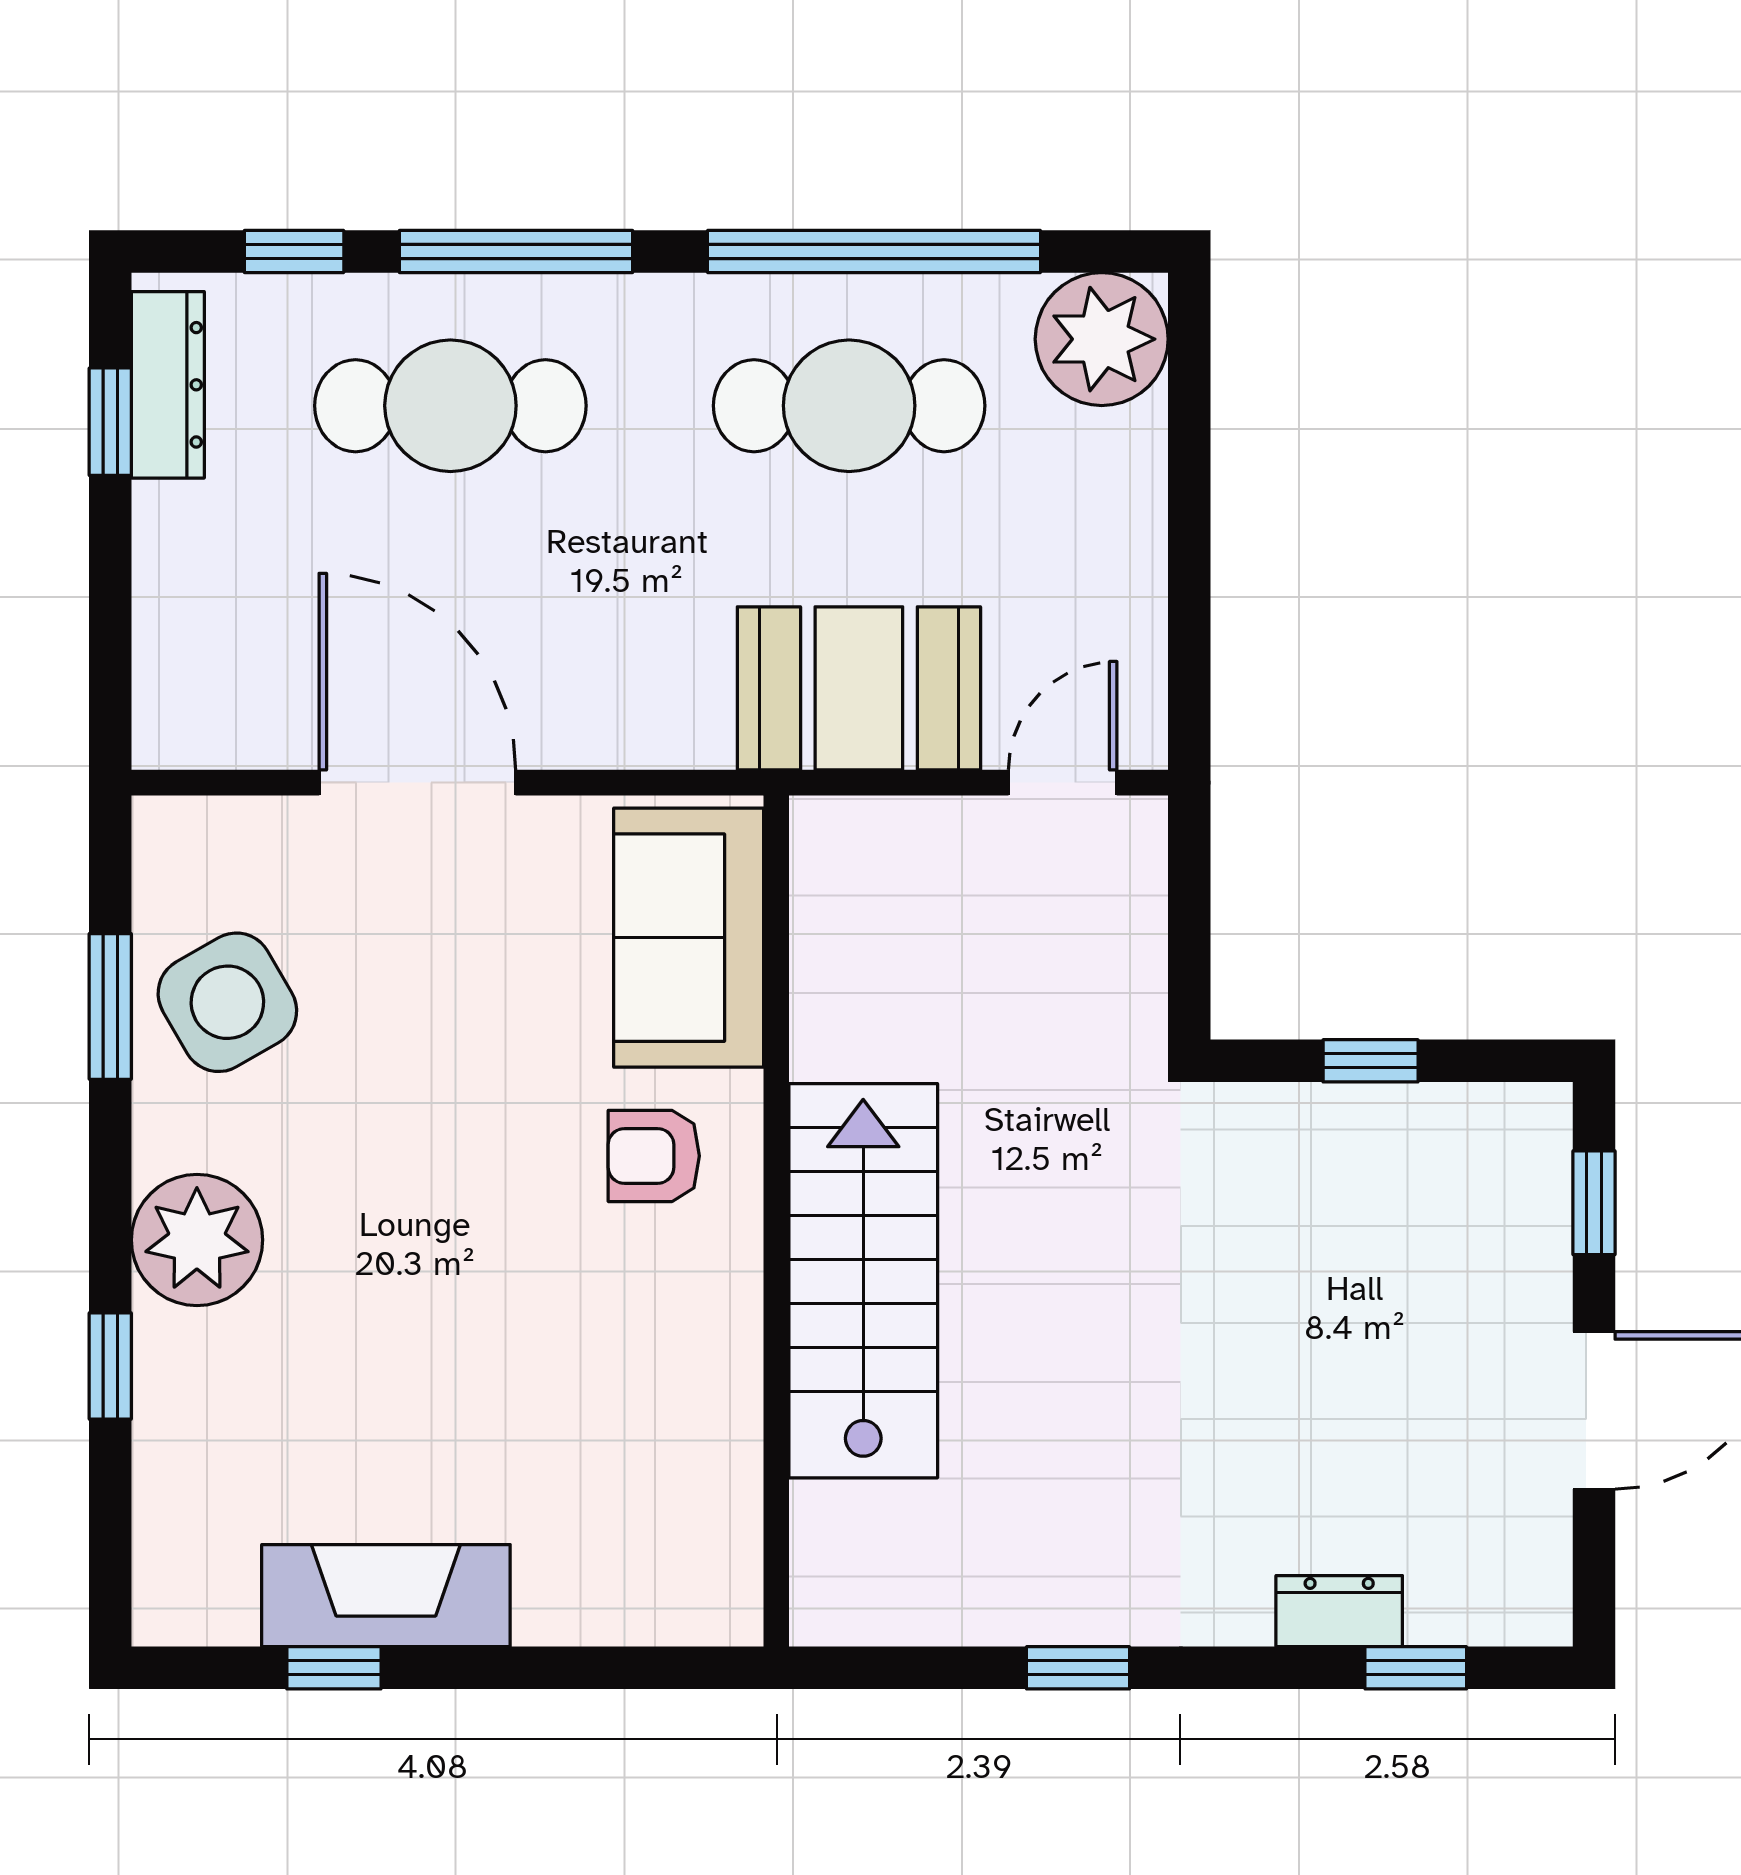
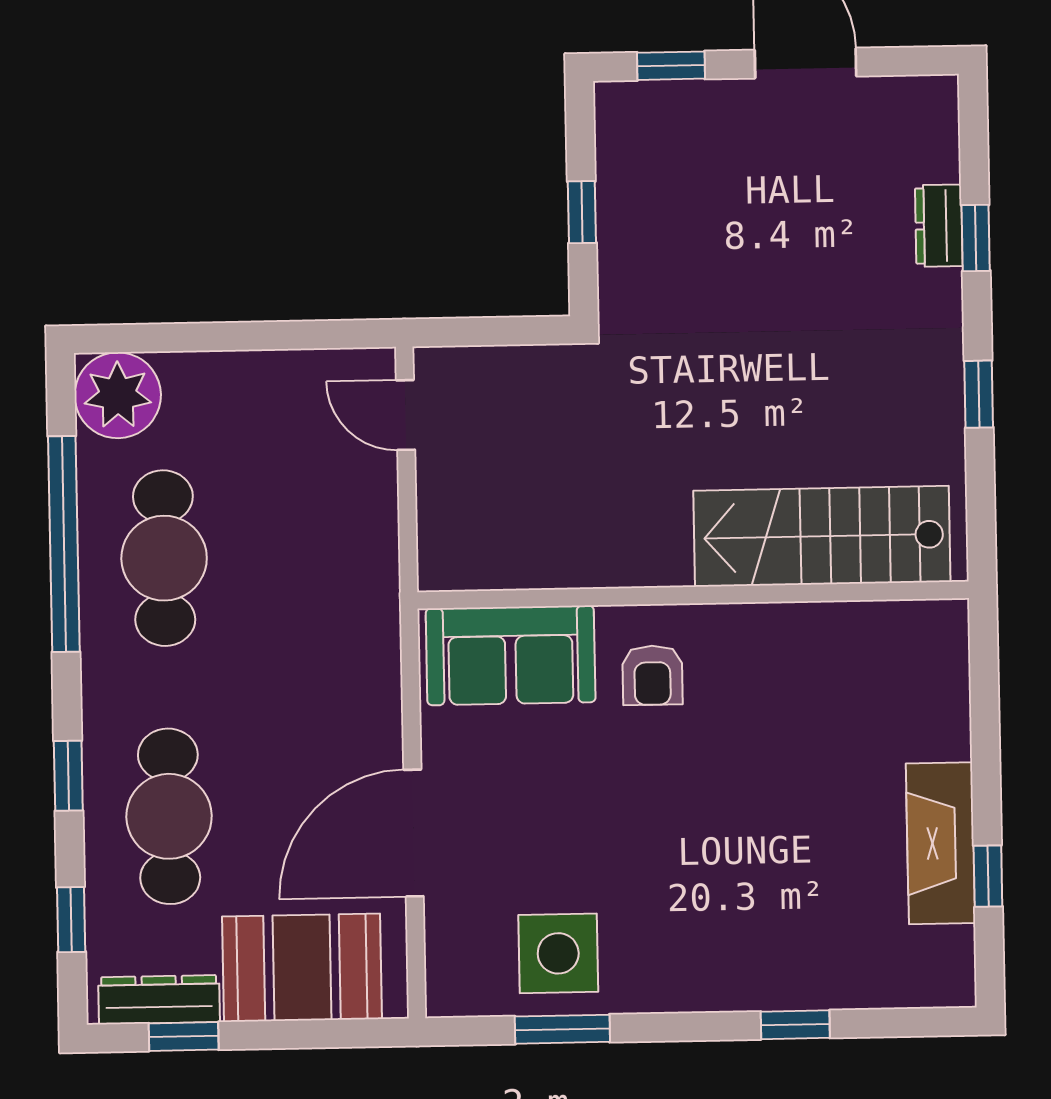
window: (516, 251) -> (68, 776), width x0.46
booth: (859, 688) -> (302, 968), moved, turned 90
side table: (227, 1002) -> (558, 953), turned 30
plant: (197, 1240) -> (713, 970), removed
stairs: (863, 1281) -> (822, 536), moved
window: (1416, 1668) -> (976, 238), moved

